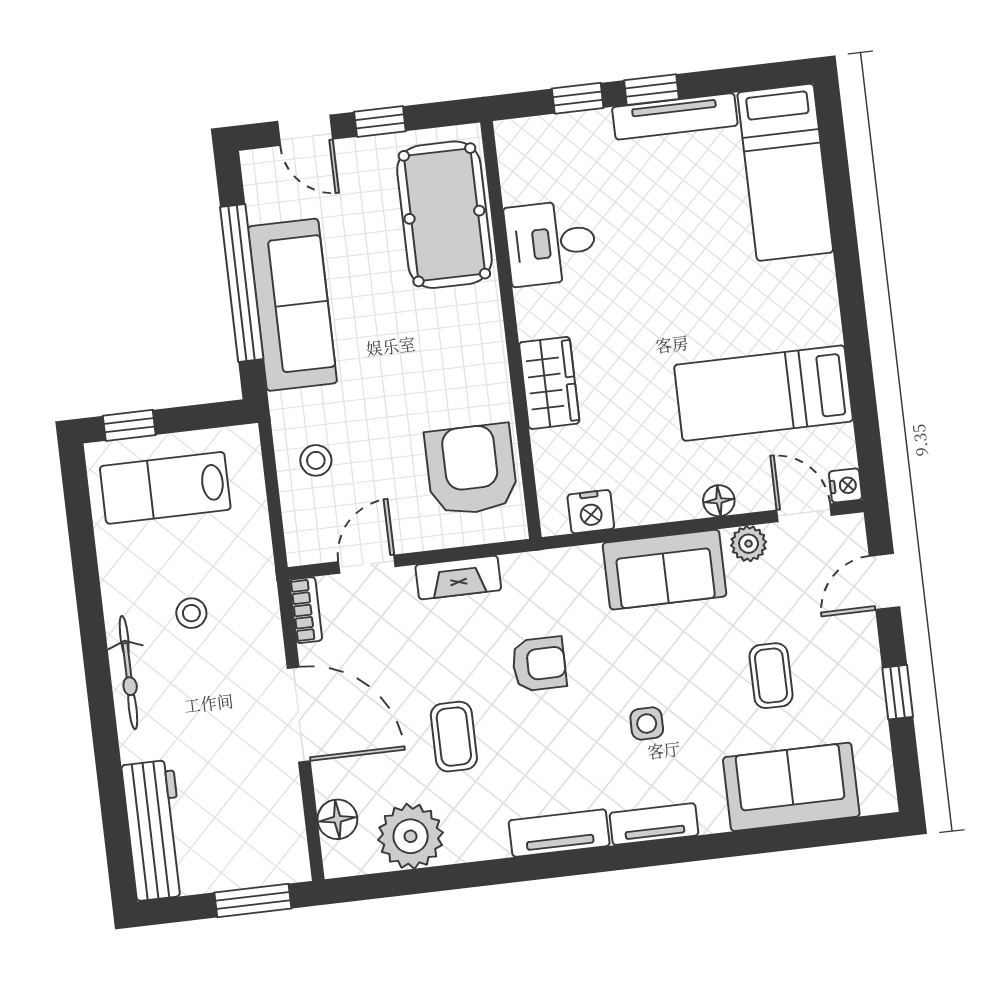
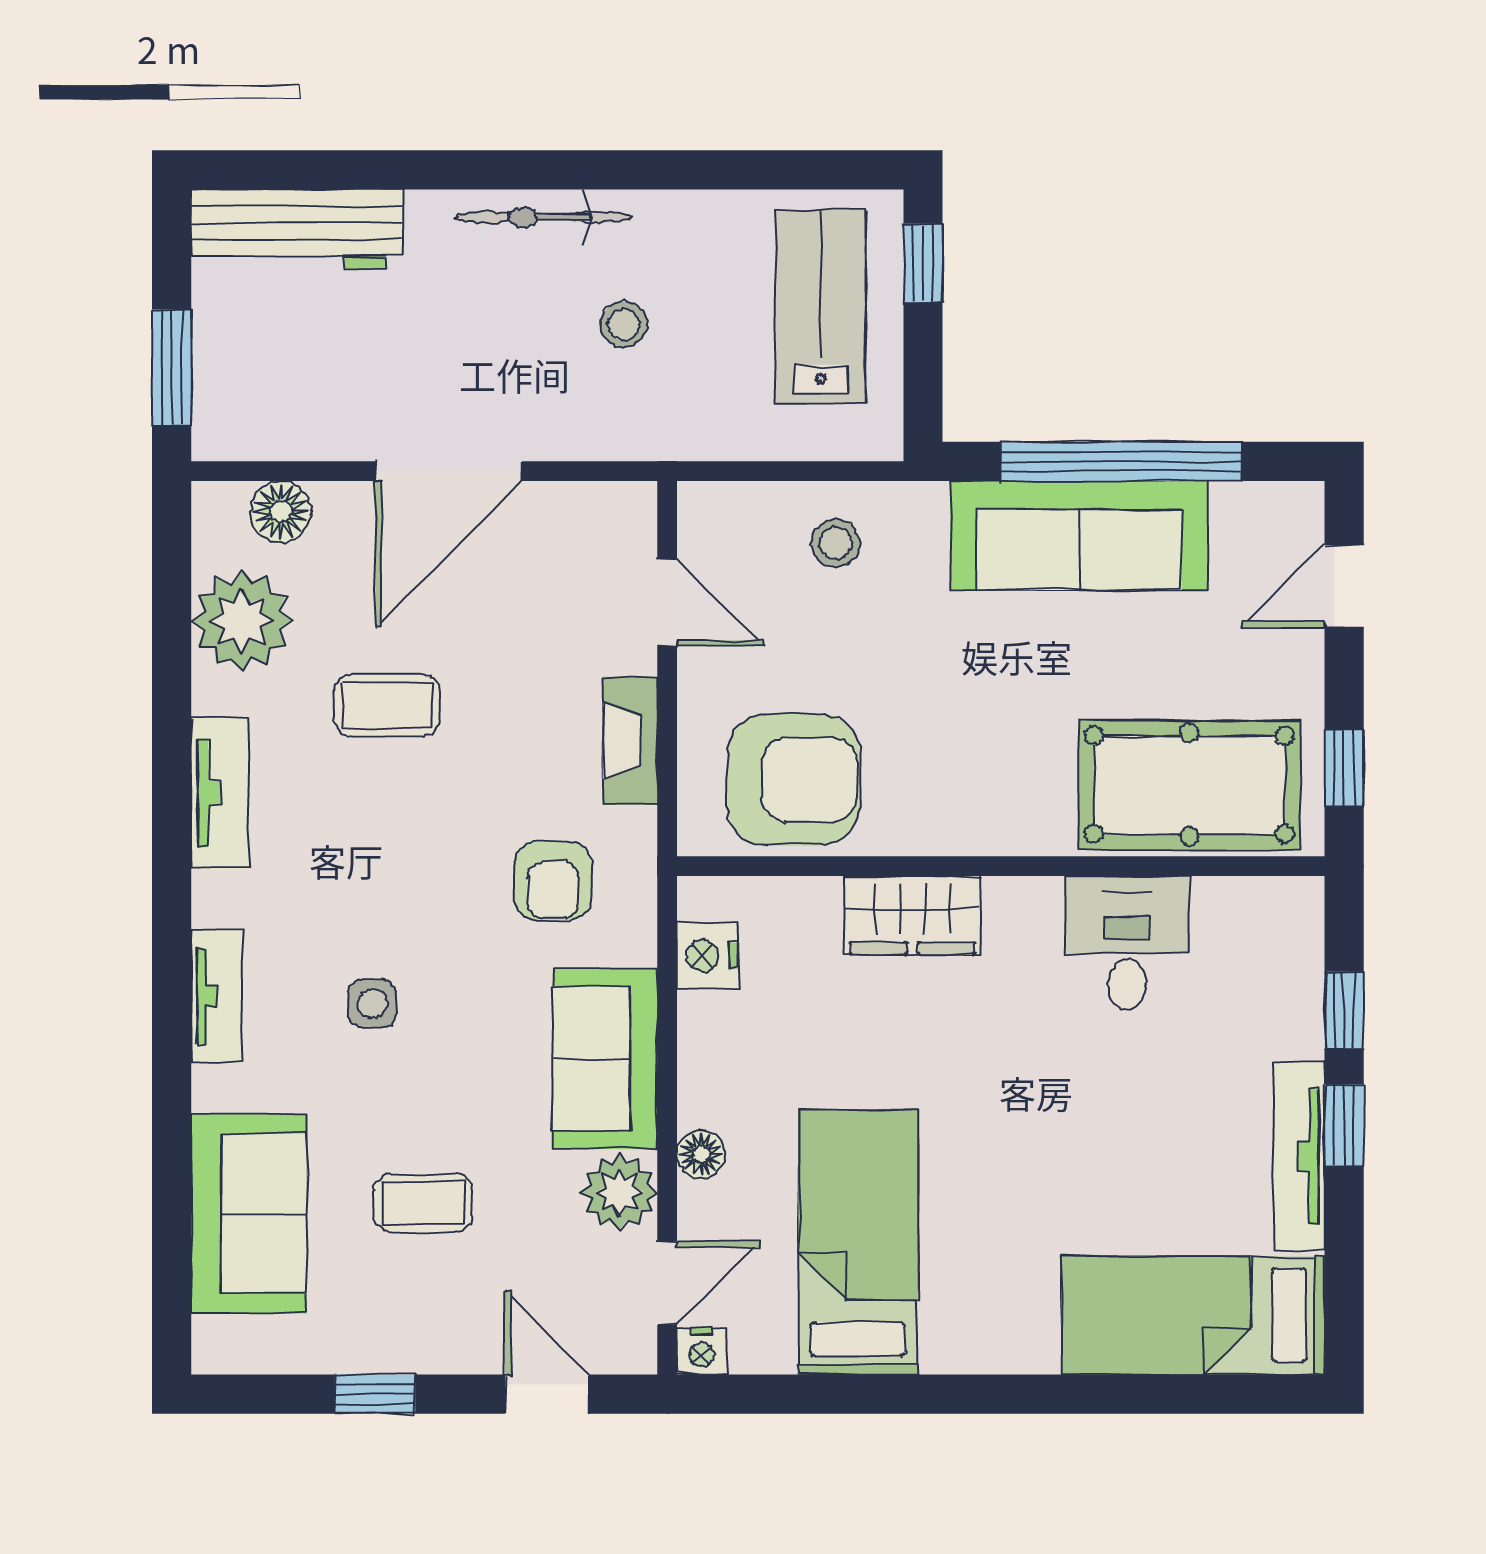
window: (380, 122) -> (1344, 768), moved
plant: (749, 544) -> (619, 1192), width x1.38, depth x1.38
bookcase: (306, 610) -> (608, 501), removed
armchair: (539, 664) -> (553, 881), moved
tv unit: (559, 833) -> (220, 793), moved

